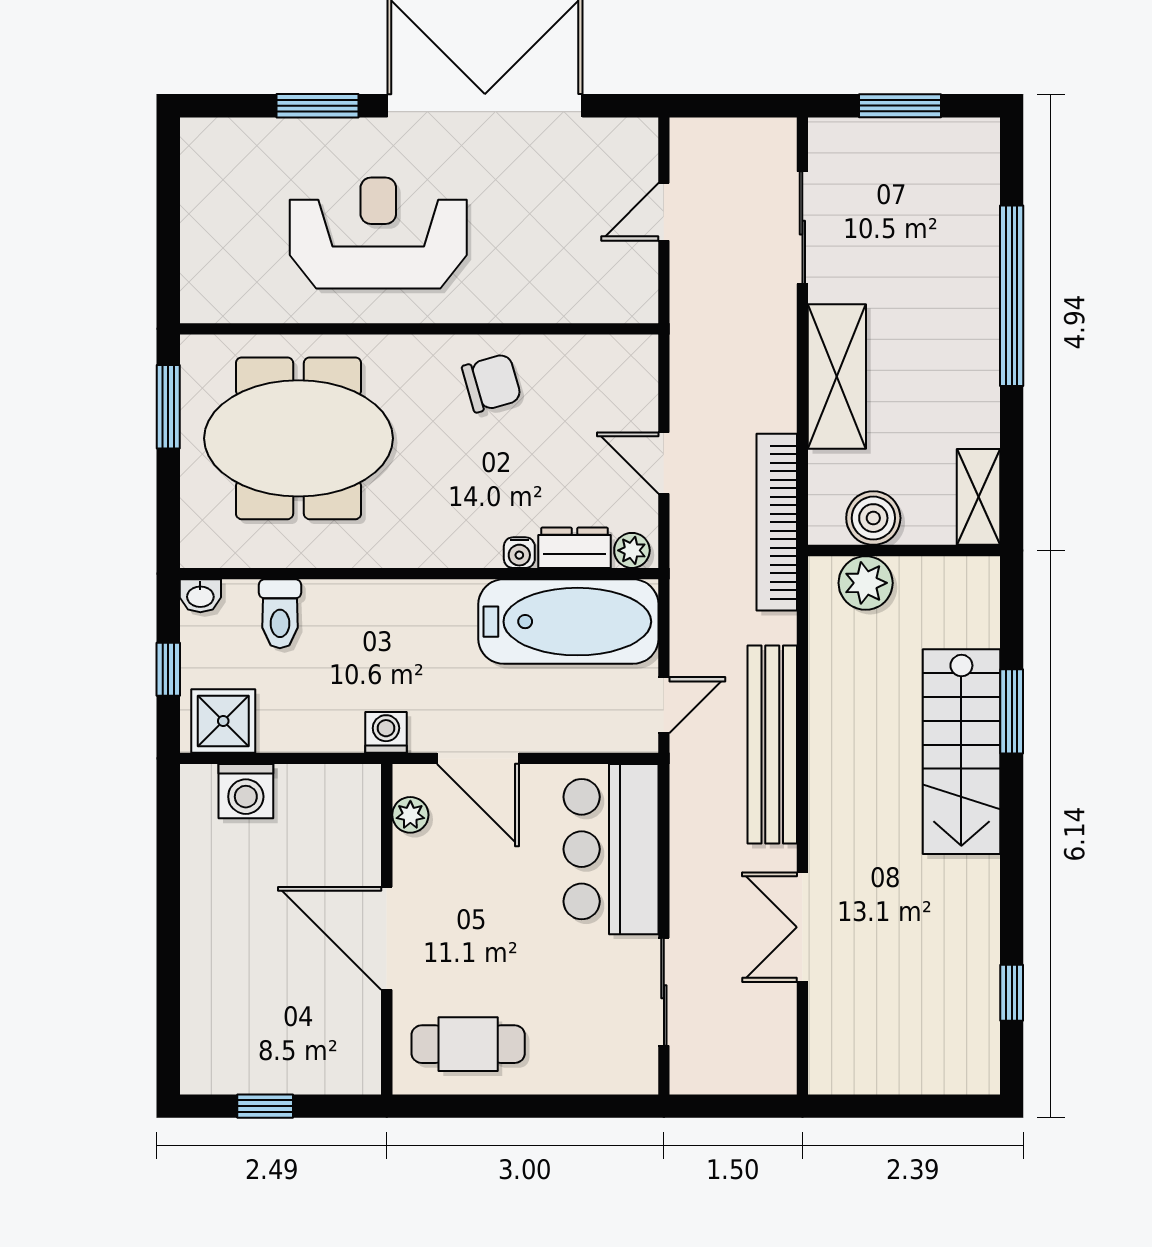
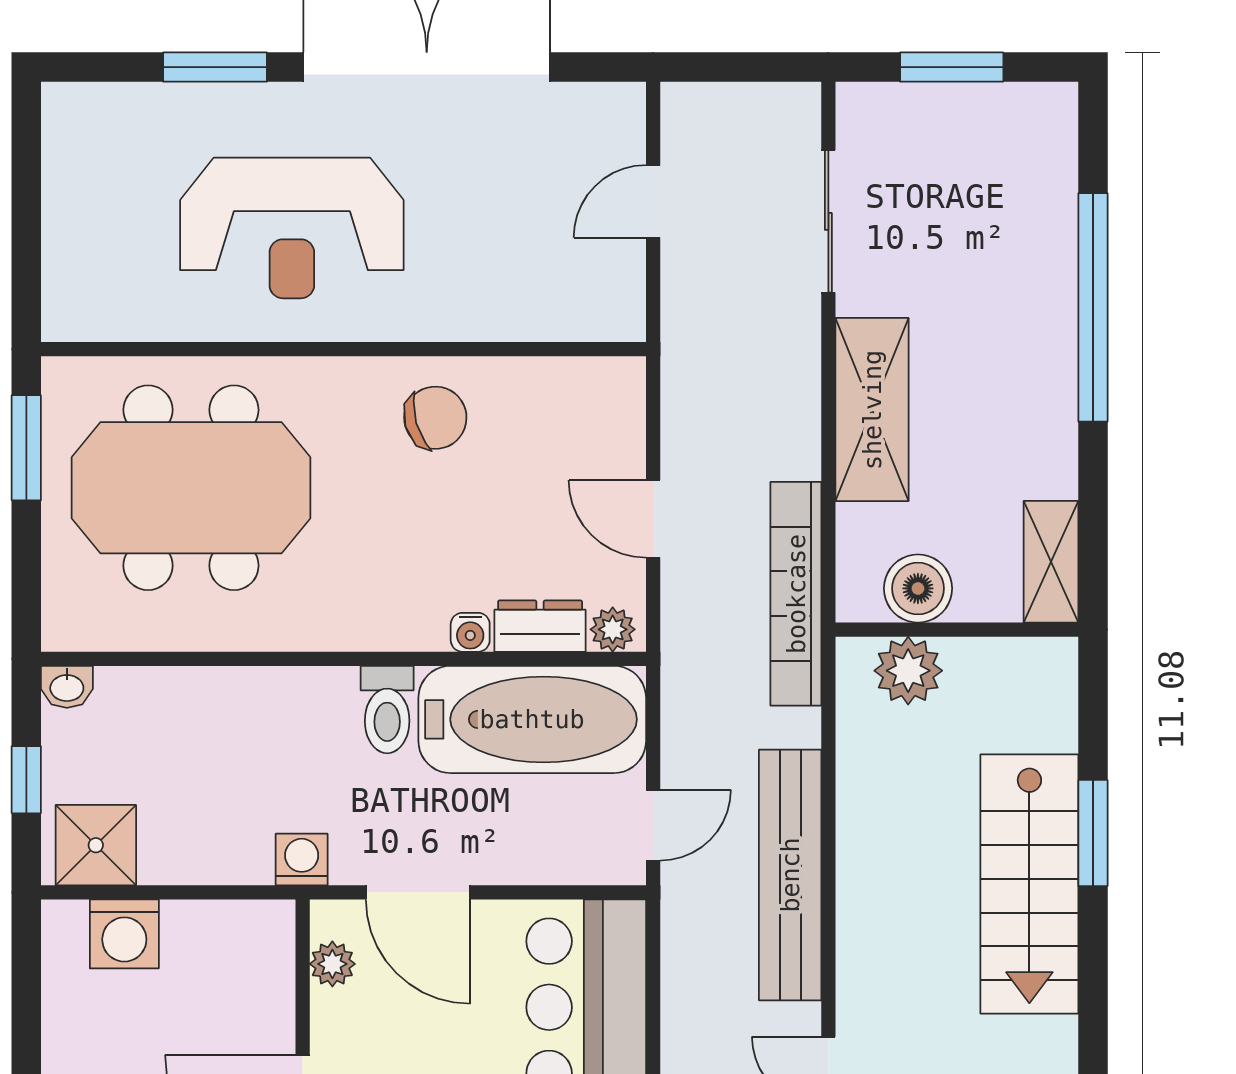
reception desk: (378, 233) -> (292, 228), turned 180
toilet: (280, 614) -> (387, 710), moved

